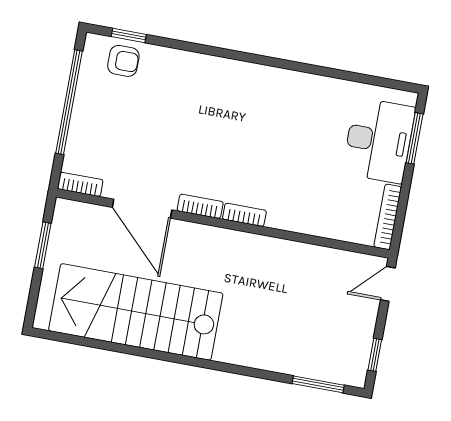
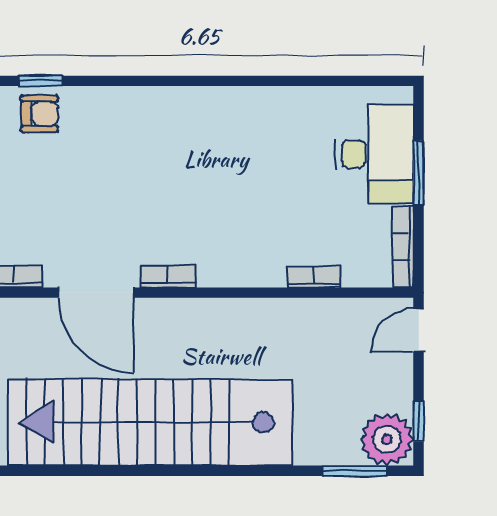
window: (415, 138) -> (419, 173), moved
bookcase: (244, 215) -> (314, 277), moved
stairs: (136, 312) -> (150, 422), width x1.36
plant: (348, 364) -> (387, 439), added

